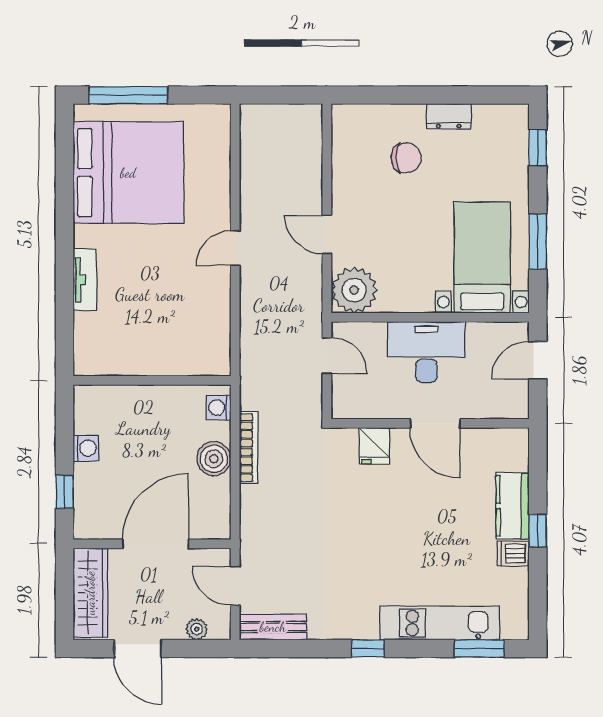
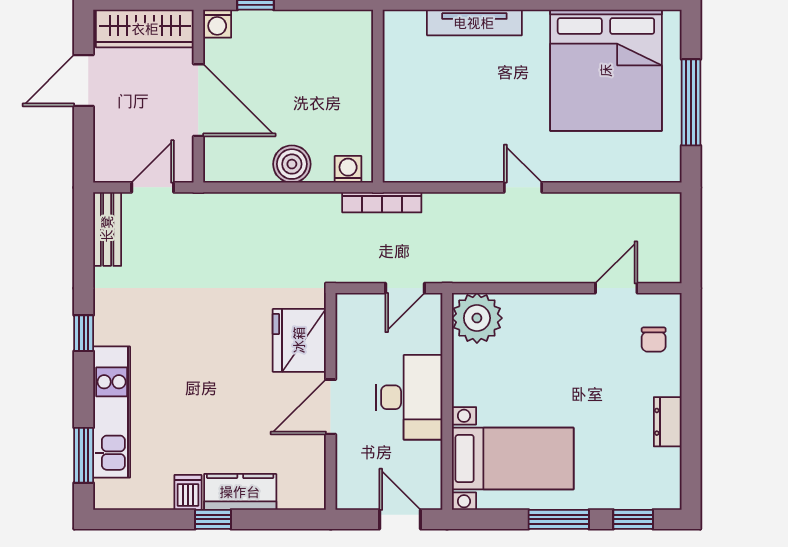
window: (128, 95) -> (691, 102), moved
chair: (406, 158) -> (654, 340), moved, width x0.73, depth x0.73
door: (327, 234) -> (616, 288), moved
window: (538, 242) -> (559, 519), moved
tv unit: (85, 280) -> (474, 23), width x1.41
fridge: (375, 446) -> (299, 340), width x1.88, depth x1.34
washing machine: (86, 448) -> (217, 24), moved
bookcase: (249, 448) -> (382, 202), moved
plant: (197, 629) -> (105, 145), removed

